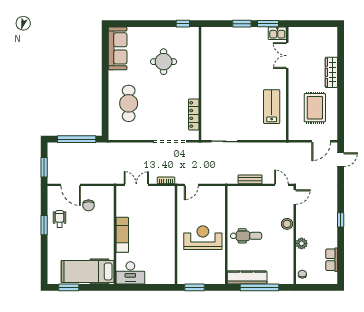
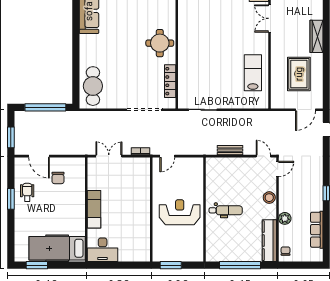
round table: (164, 62) -> (160, 43), moved
cafe table: (129, 103) -> (93, 86), moved
row of seats: (332, 260) -> (317, 230), width x1.48
kitchen counter: (247, 277) -> (269, 241), moved, turned -90

